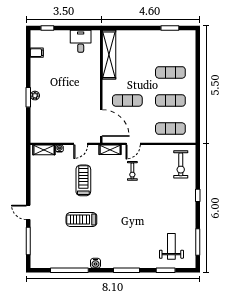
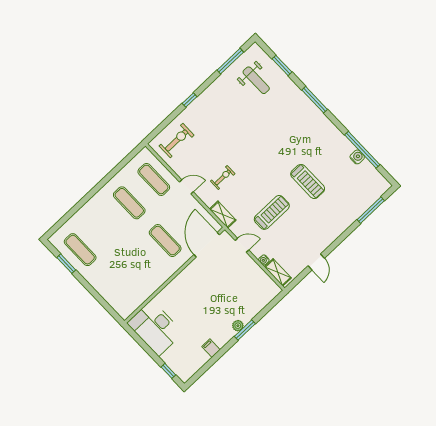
desk: (81, 41) -> (155, 328), width x1.87, depth x1.30
filing cabinet: (37, 53) -> (211, 348), moved
shelving: (109, 55) -> (140, 295), removed
exercise mat: (170, 72) -> (80, 250), moved
door: (133, 144) -> (186, 187), moved
treadmill: (83, 180) -> (272, 212), turned 180
door: (28, 212) -> (316, 262), moved
weight bench: (171, 246) -> (256, 80), turned -90
water cooler: (95, 263) -> (357, 157), moved

